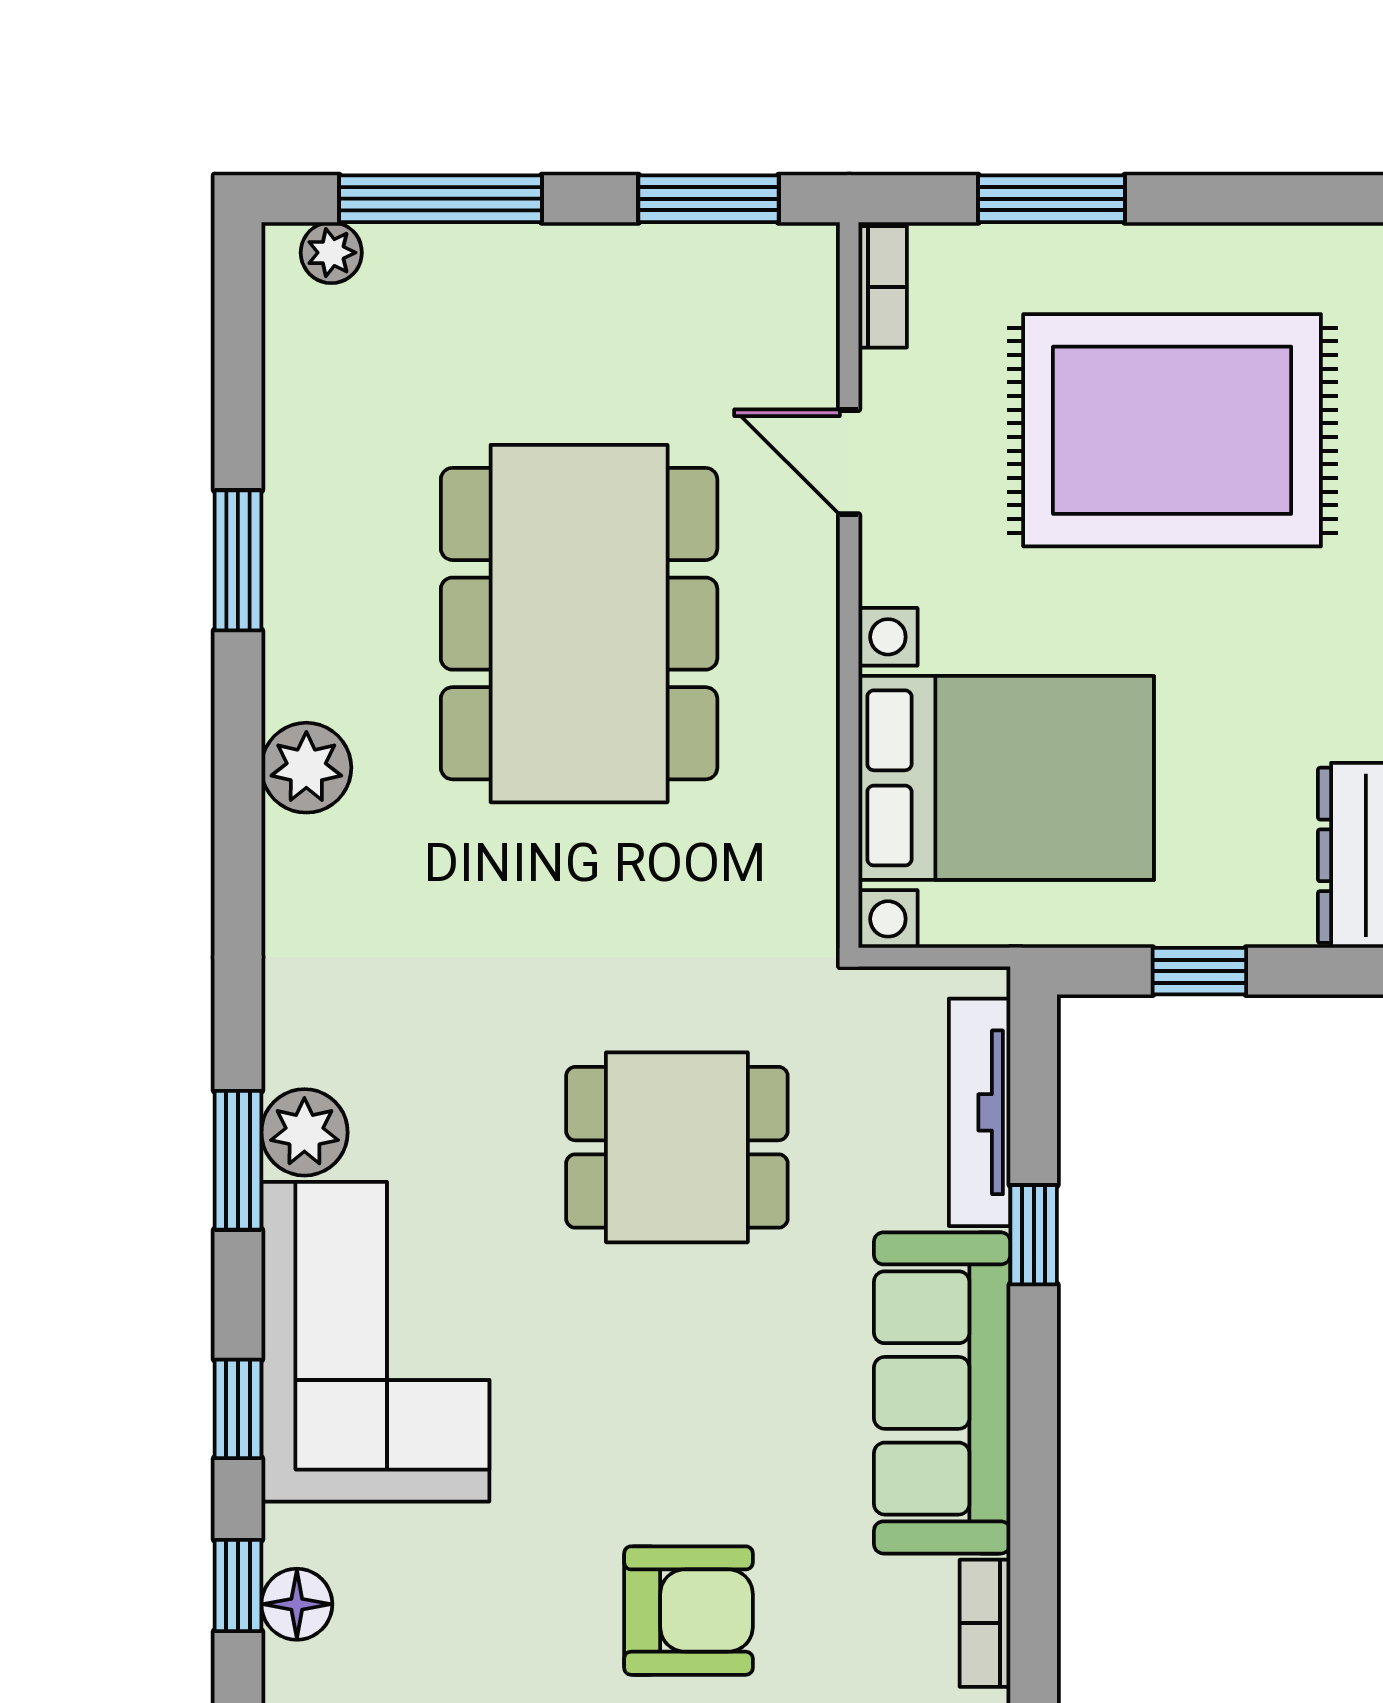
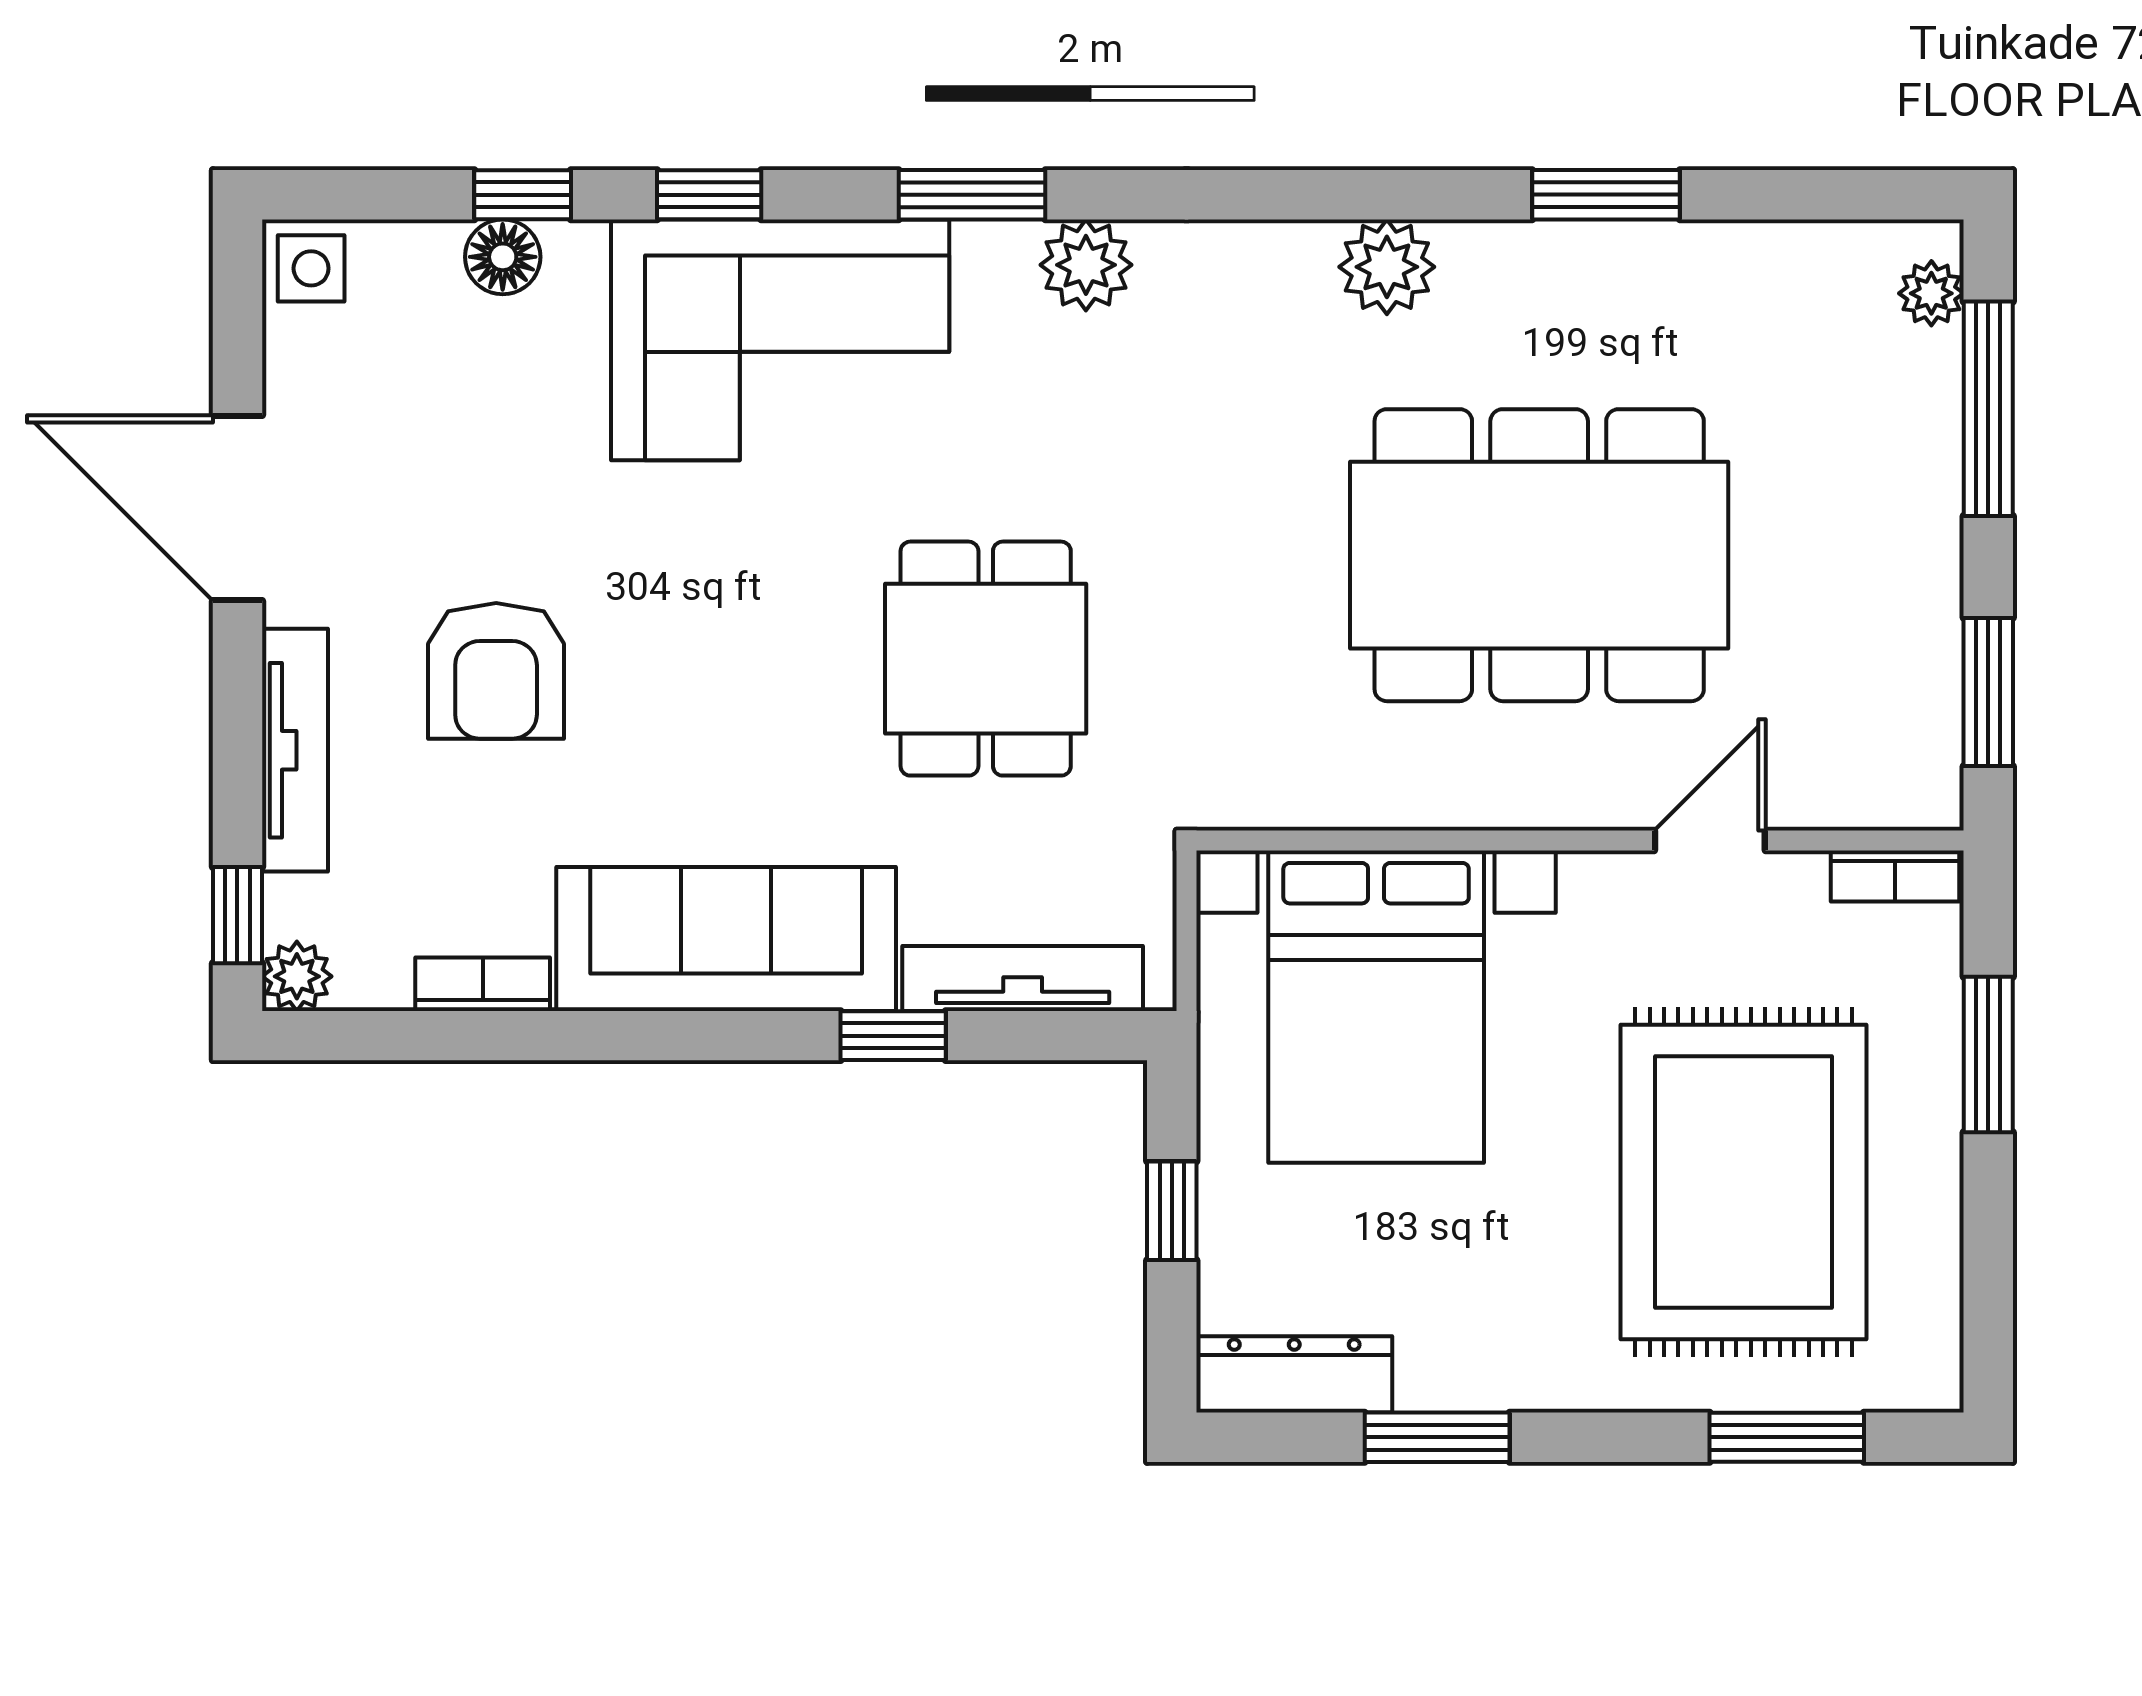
plant: (304, 1132) -> (1086, 265), moved

